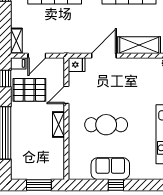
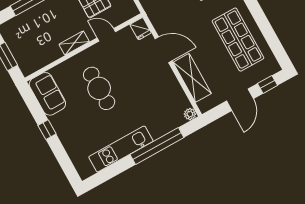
sofa: (110, 169) -> (47, 94), moved

